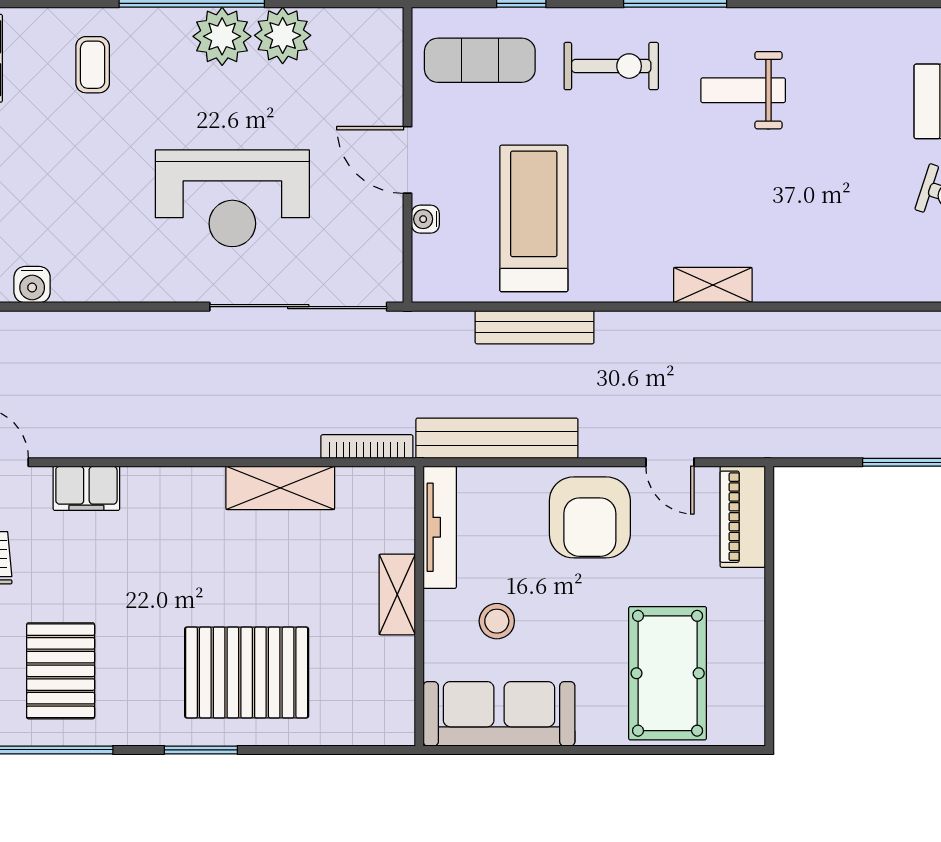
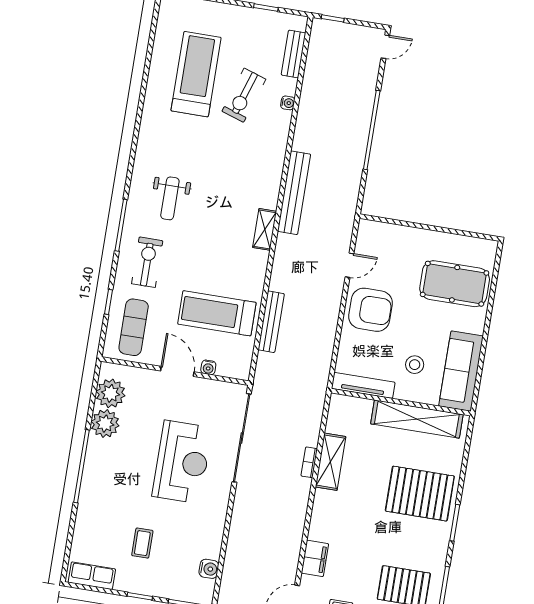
plant: (222, 36) -> (110, 393), moved
coffee table: (93, 65) -> (142, 543), moved, turned 90
door: (408, 160) -> (177, 371), swing flipped
bench: (497, 438) -> (294, 193), moved
bookcase: (367, 447) -> (309, 462), moved, width x0.64
piano: (743, 517) -> (383, 233), removed
shelving: (397, 594) -> (417, 419), width x2.20, depth x1.33
pallet: (247, 673) -> (420, 494), turned 90

